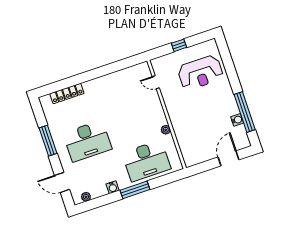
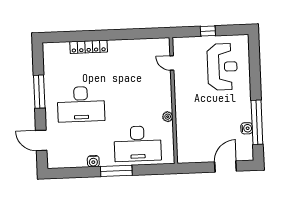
reception desk: (200, 73) -> (222, 67), turned -90
locker: (67, 93) -> (89, 47), moved
plant: (86, 197) -> (62, 163), removed

